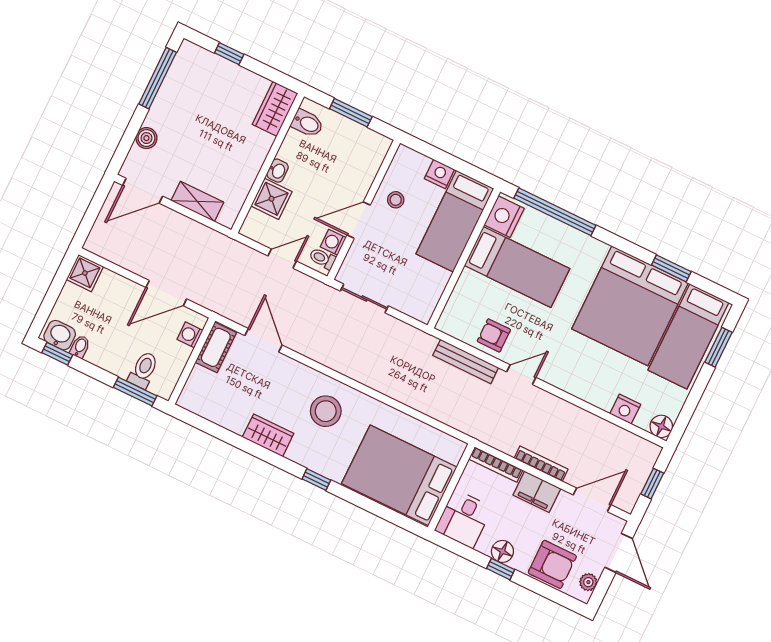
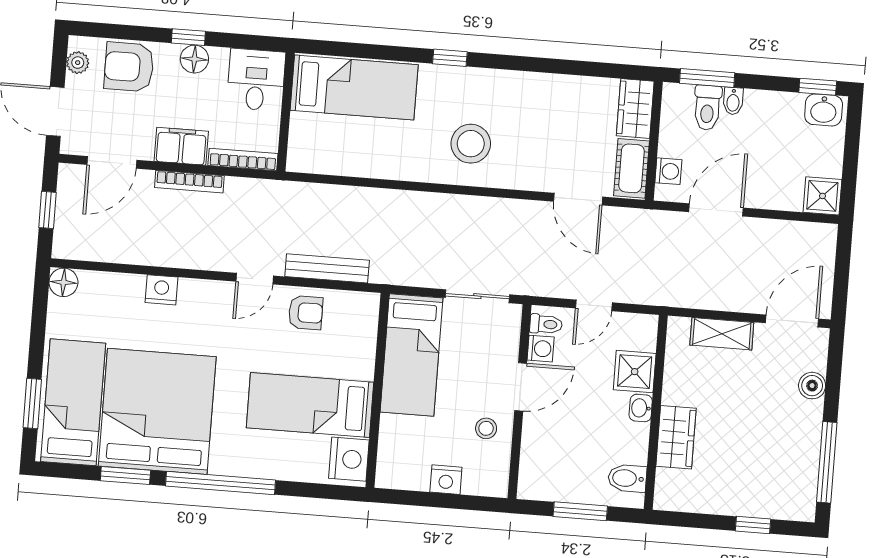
wardrobe: (275, 109) -> (676, 437), moved
window: (555, 212) -> (220, 483), moved
bed: (455, 221) -> (411, 355), moved, turned 180
bidet: (80, 347) -> (733, 101), moved
nightstand: (625, 409) -> (162, 290), moved
wardrobe: (268, 435) -> (635, 109), moved, turned 90
bed: (399, 475) -> (354, 87), width x0.67

